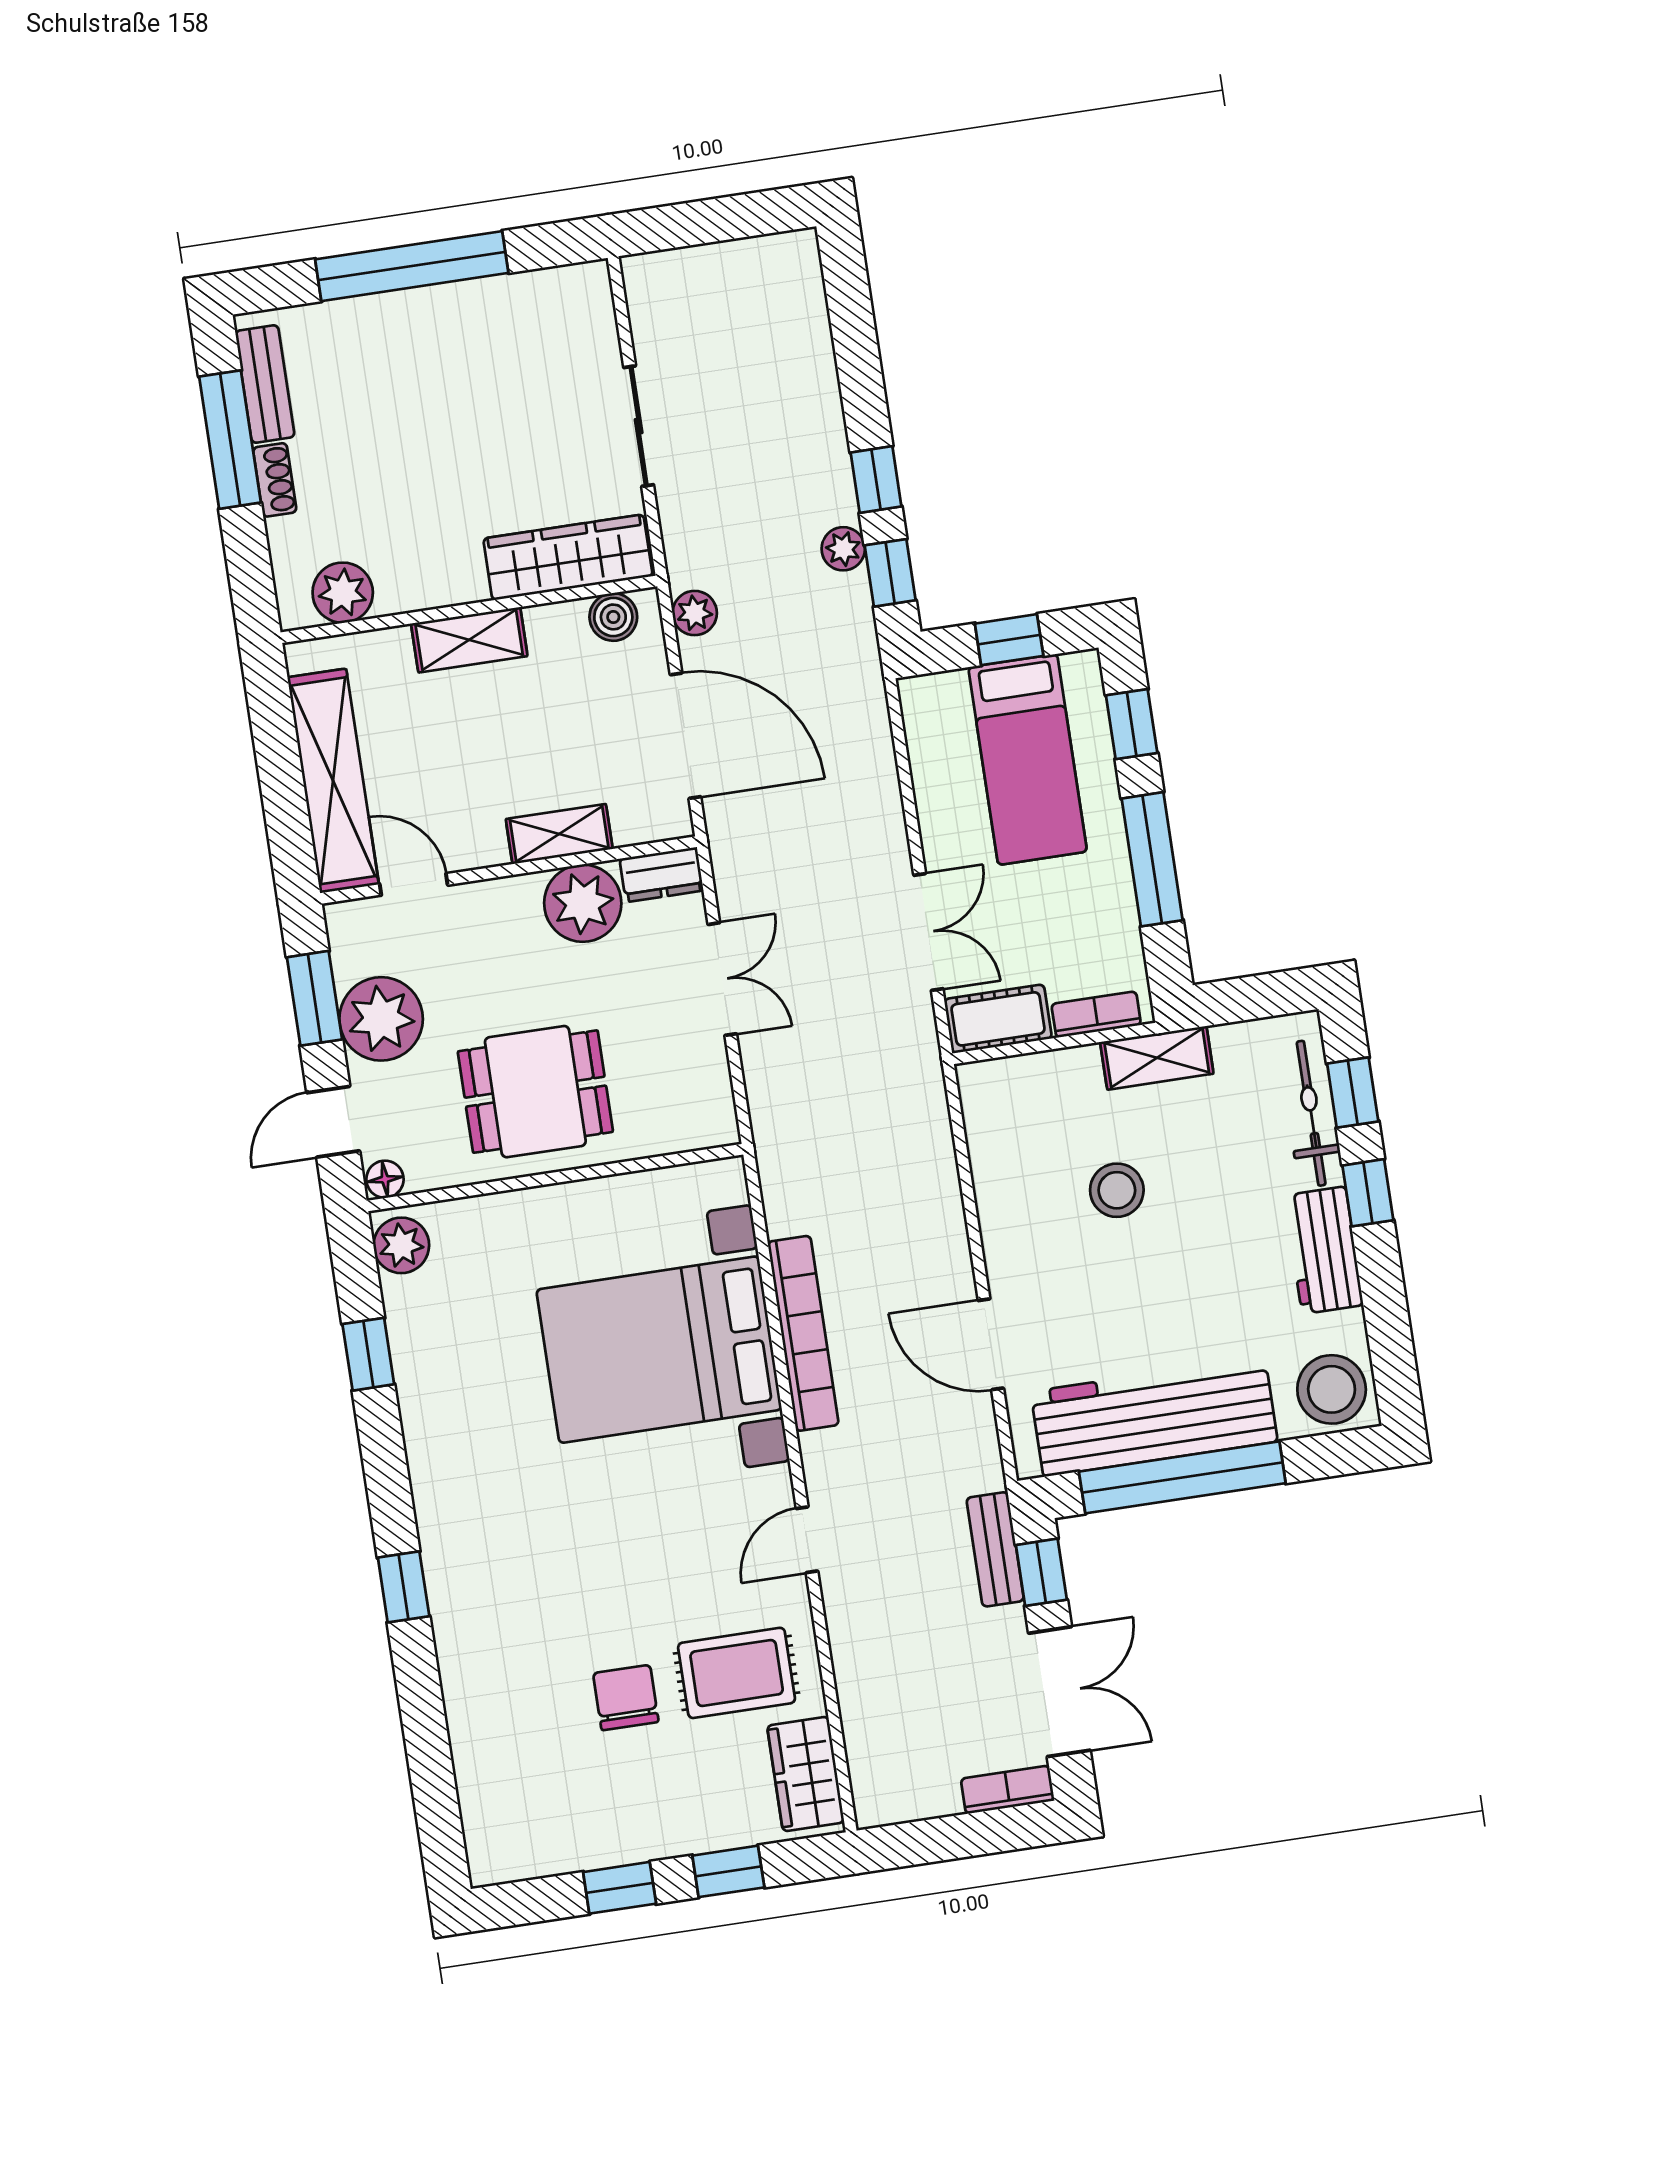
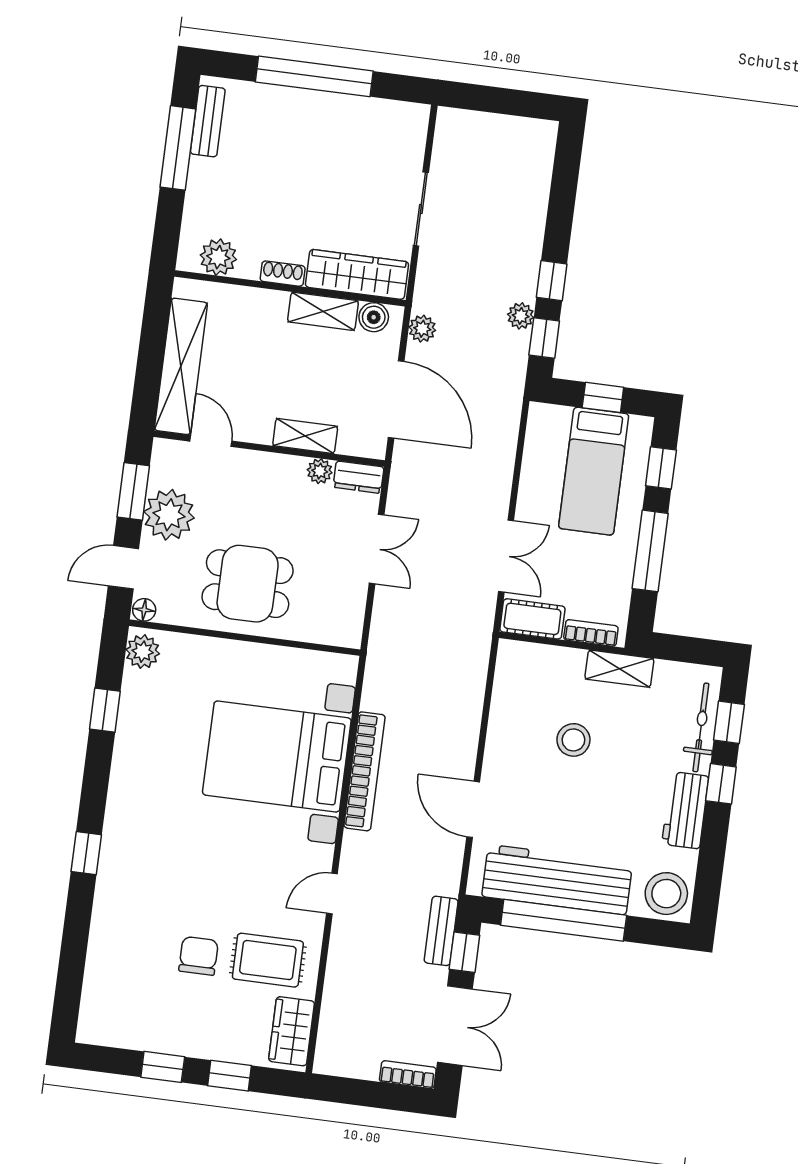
shoe rack: (275, 480) -> (283, 274), moved, turned -90
shelving: (469, 640) -> (323, 311), moved
plant: (583, 903) -> (320, 471), width x0.53, depth x0.53

